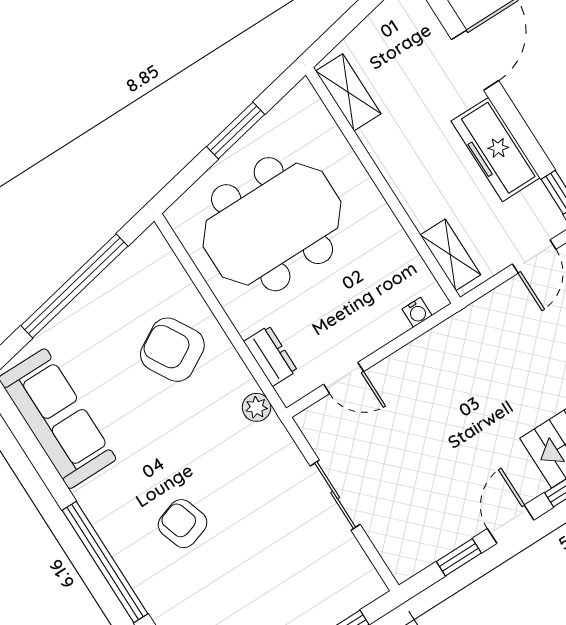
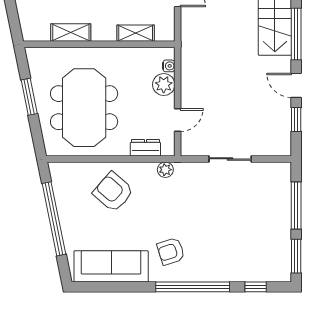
shelving: (348, 92) -> (71, 32), moved
shelving: (450, 255) -> (136, 33), moved
plant: (384, 323) -> (164, 85), added
armchair: (172, 350) -> (113, 192), turned 71
armchair: (183, 524) -> (171, 251), moved

